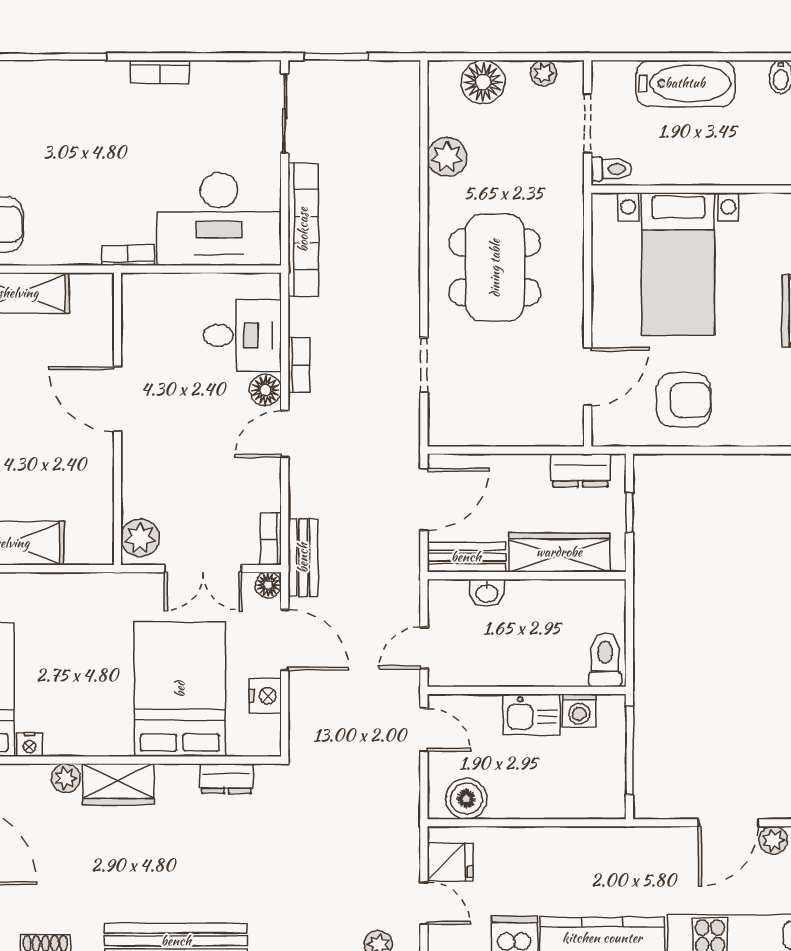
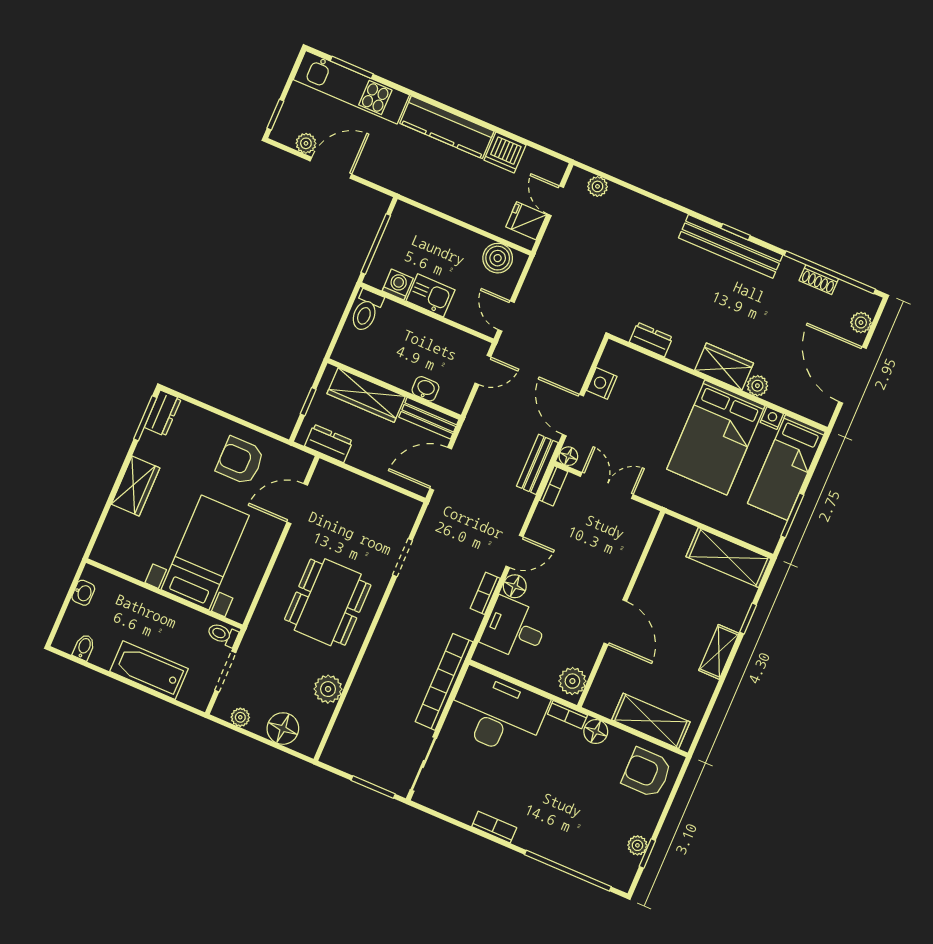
floor lamp: (83, 249) -> (596, 732), added
plant: (140, 538) -> (572, 681), moved
bed: (180, 689) -> (716, 437), moved

